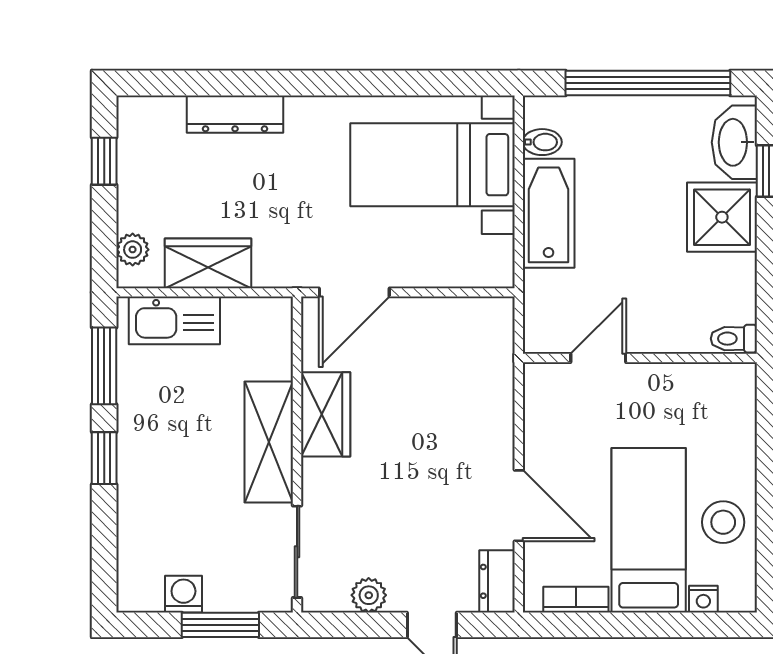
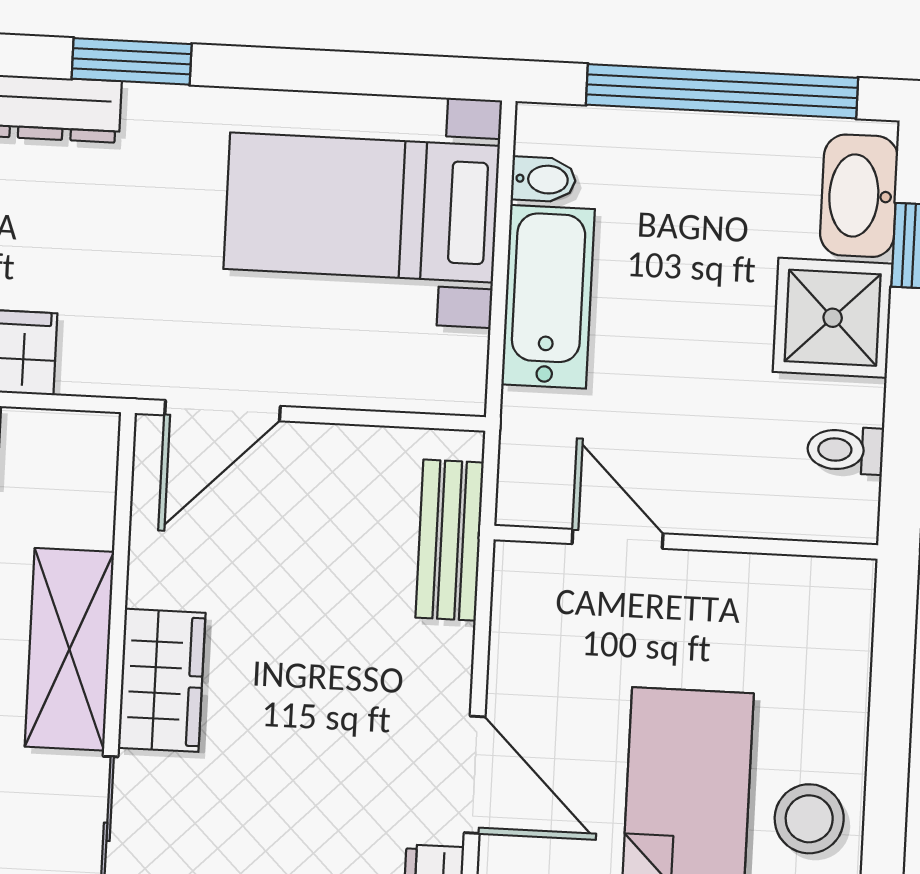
window: (288, 83) -> (132, 61), added
toilet: (734, 339) -> (845, 450), moved
door: (598, 358) -> (618, 539), hinge flipped
bench: (496, 364) -> (450, 540), added
wardrobe: (326, 414) -> (162, 680), moved

